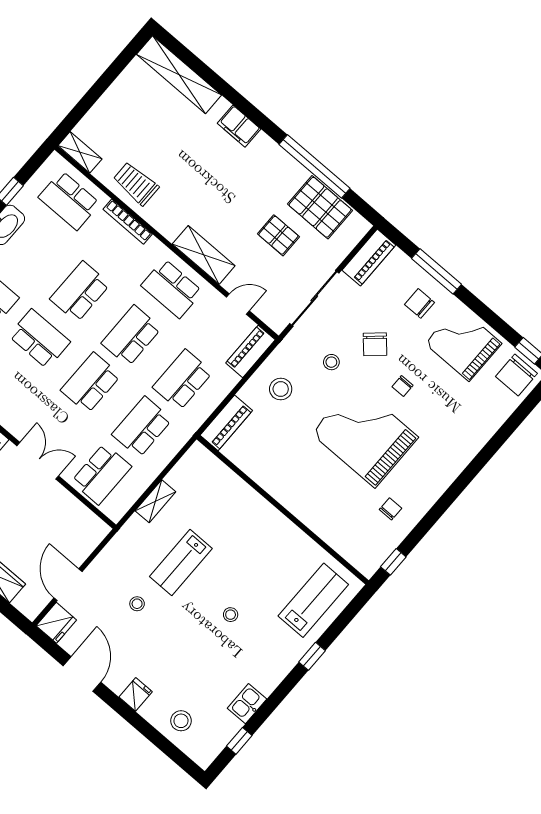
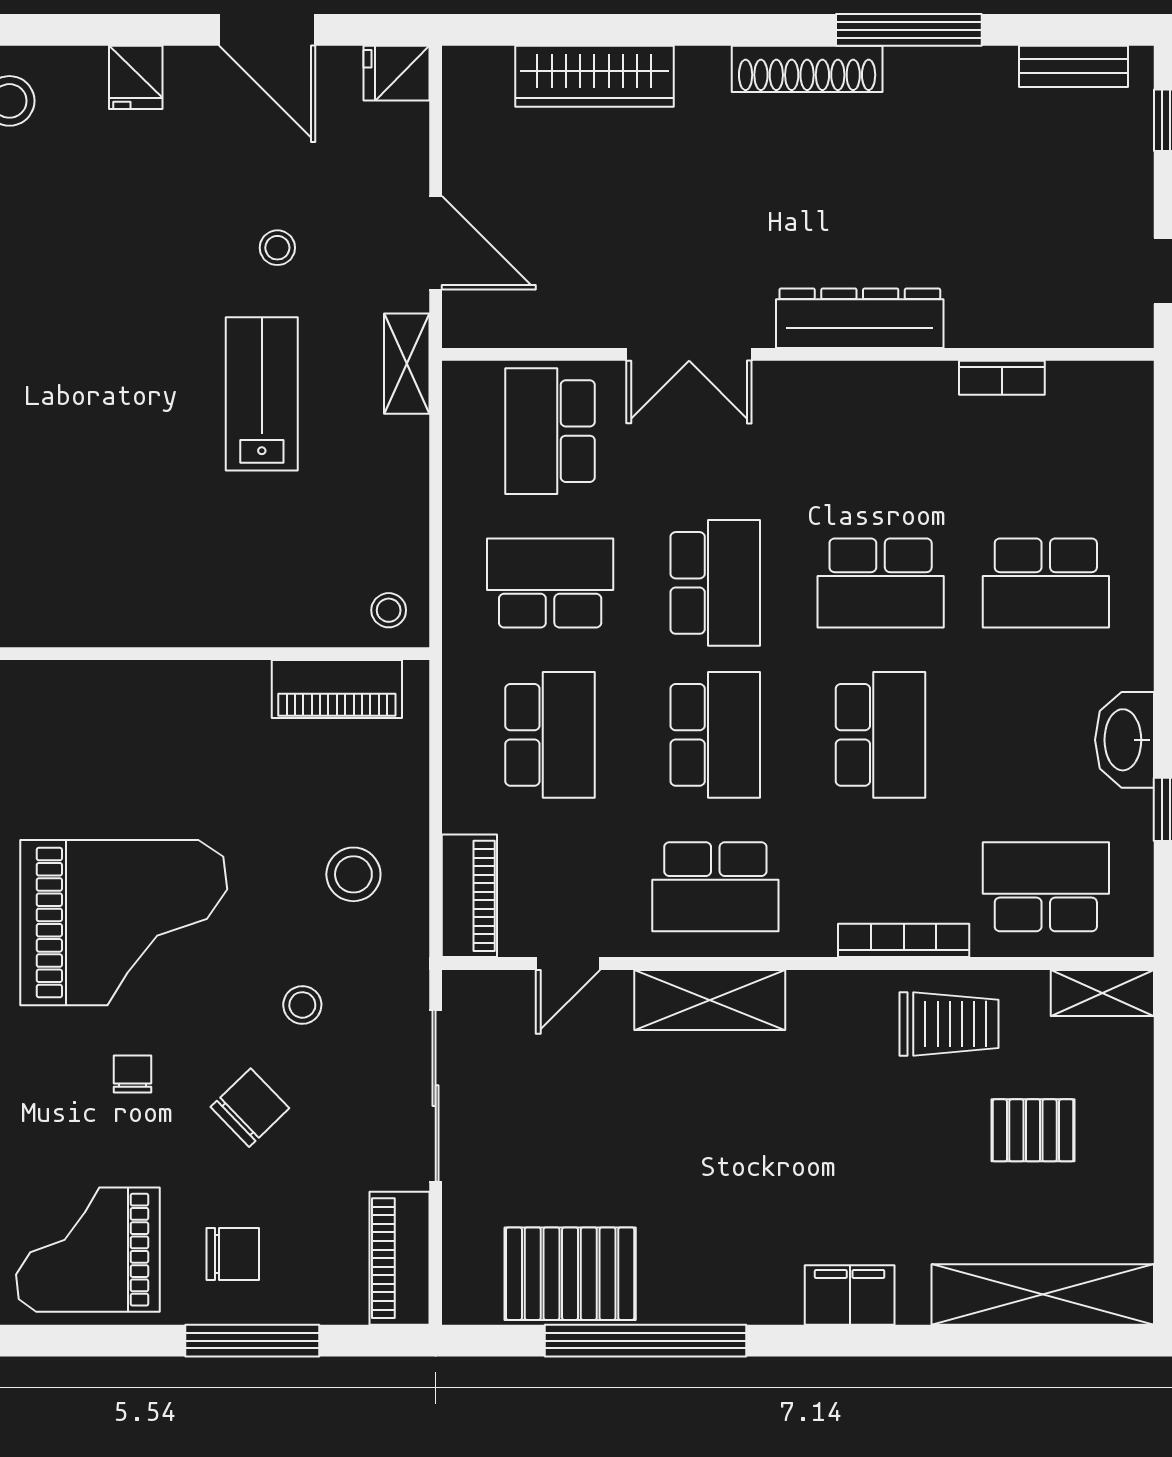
pallet: (278, 235) -> (1033, 1130), moved
school desk: (172, 289) -> (715, 887), turned 180
grand piano: (463, 343) -> (88, 1250), turned 180
chair: (375, 344) -> (250, 1108), turned 88
piano: (226, 423) -> (337, 689), moved, turned -90
school desk: (142, 427) -> (550, 583), turned -90
shelving: (155, 501) -> (407, 364), moved
door: (68, 585) -> (436, 243), moved
stool: (231, 615) -> (389, 610), moved
fridge: (56, 623) -> (396, 73), width x0.72

